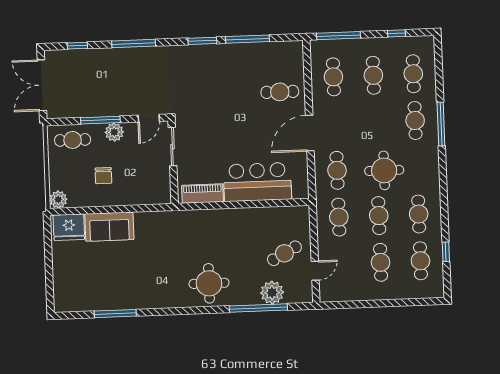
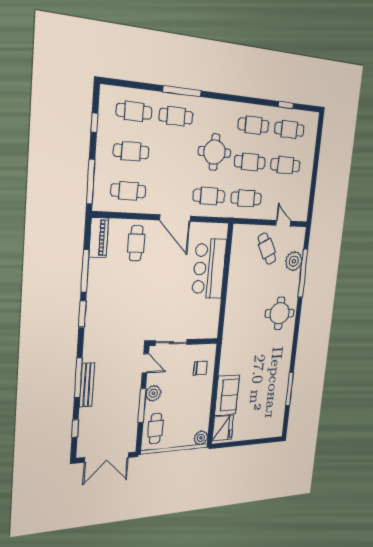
bench: (126, 54) -> (87, 385), added
chair: (103, 176) -> (200, 368), moved
piano: (202, 194) -> (99, 238), moved, turned 180

